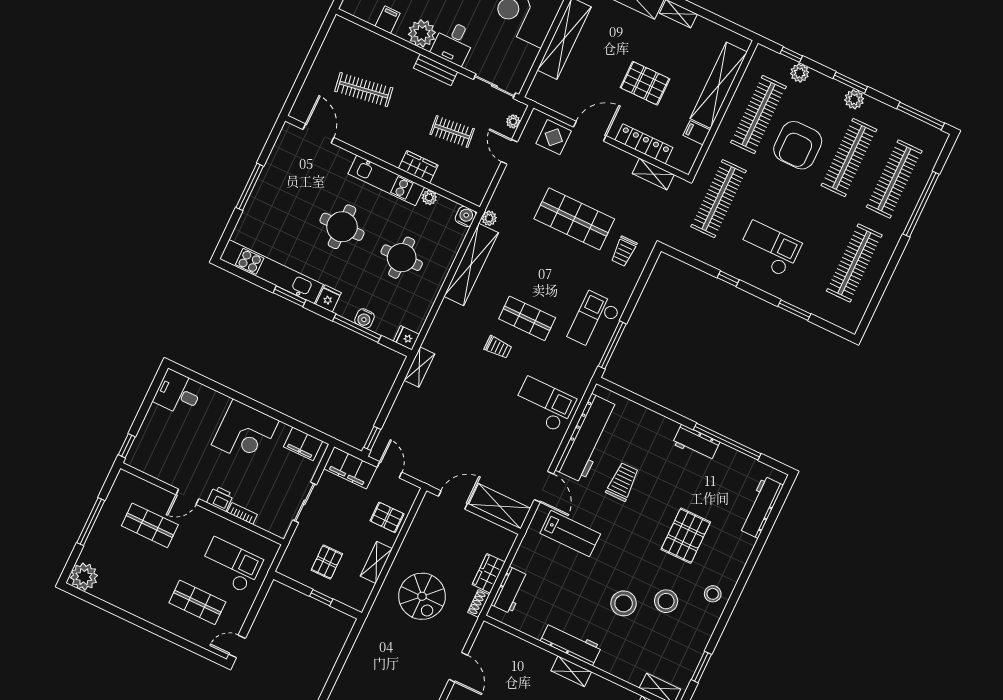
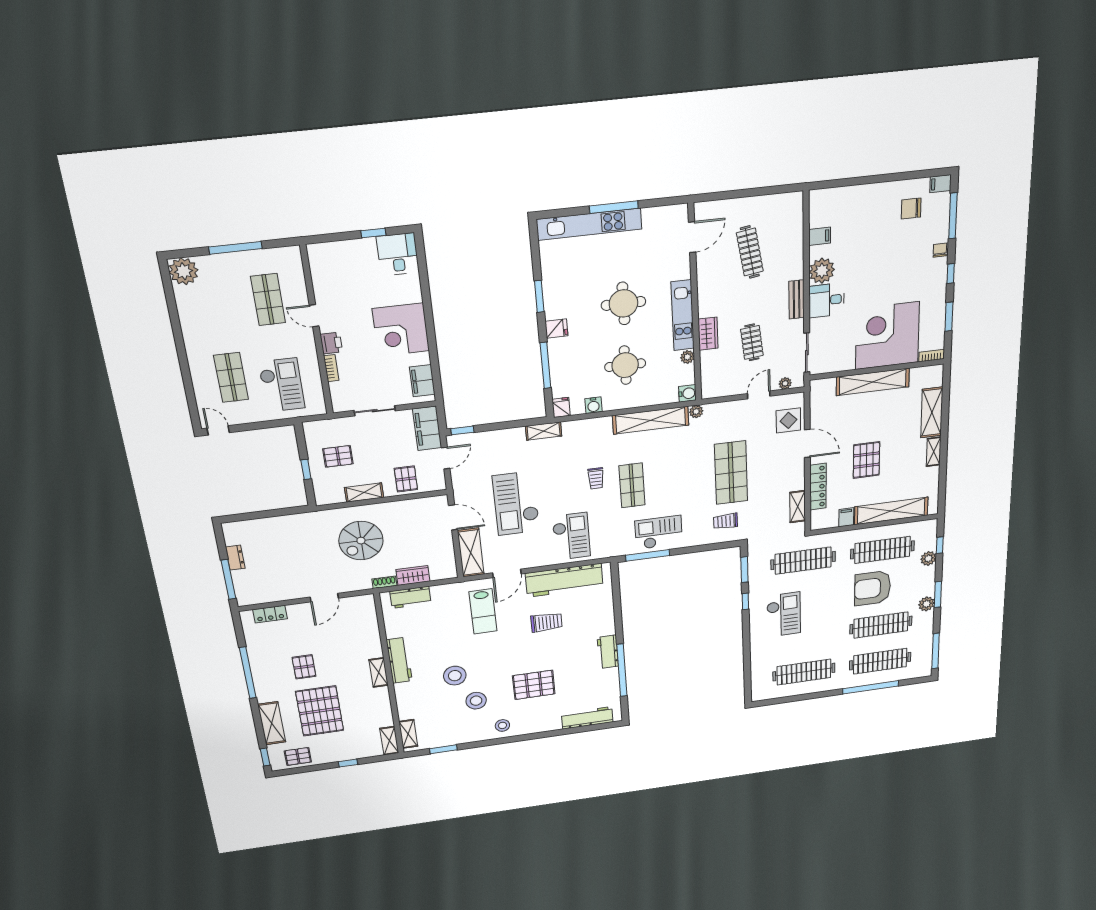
kitchen unit: (271, 272) -> (589, 224), moved, turned 90
window: (794, 310) -> (744, 570), moved
water cooler: (365, 318) -> (593, 405), moved, turned -90
checkout: (476, 435) -> (516, 503), added
window: (127, 446) -> (373, 233), moved

